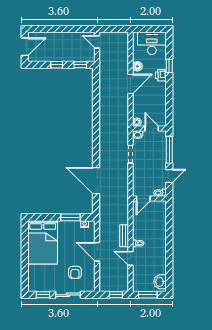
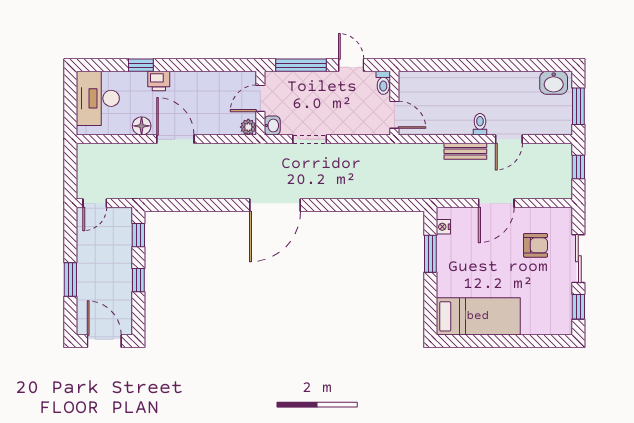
window: (57, 29) -> (70, 280), added
door: (96, 181) -> (275, 205), moved
bed: (43, 242) -> (478, 316), width x0.67

